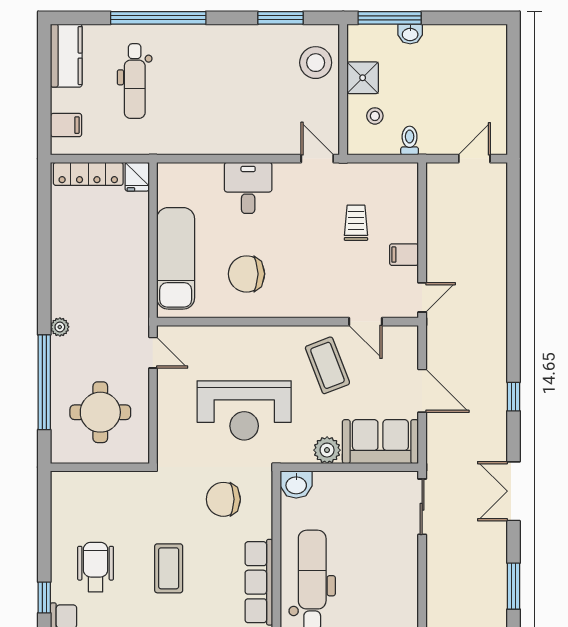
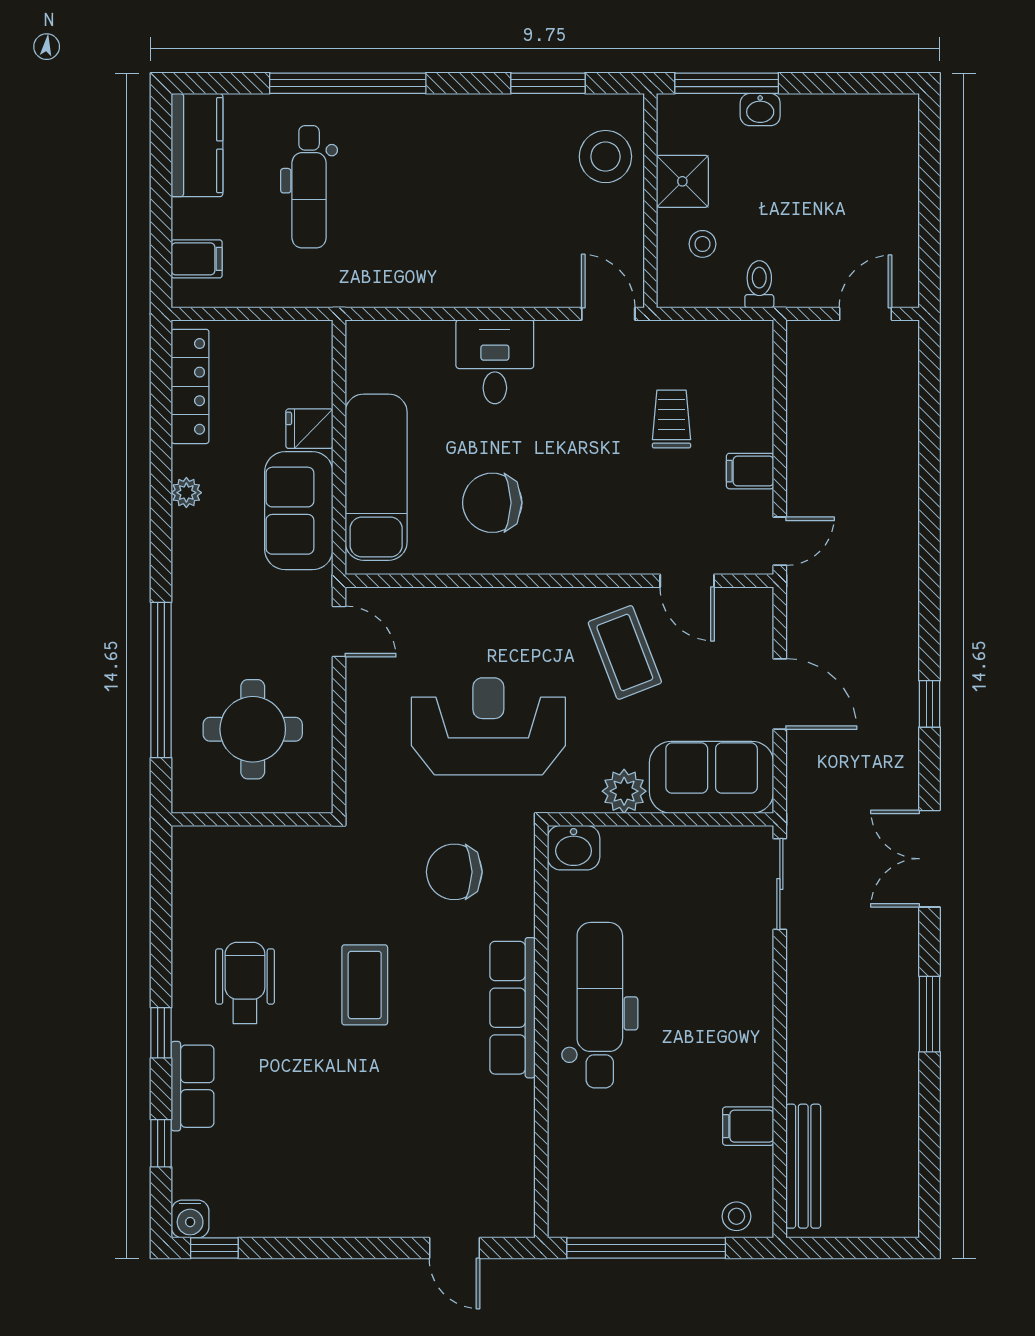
locker: (88, 174) -> (190, 386), moved, turned -90
fridge: (137, 177) -> (309, 429), moved, turned 90
sofa: (128, 279) -> (299, 511), added
plant: (60, 327) -> (186, 493), moved
reception desk: (244, 410) -> (488, 726), turned 180

